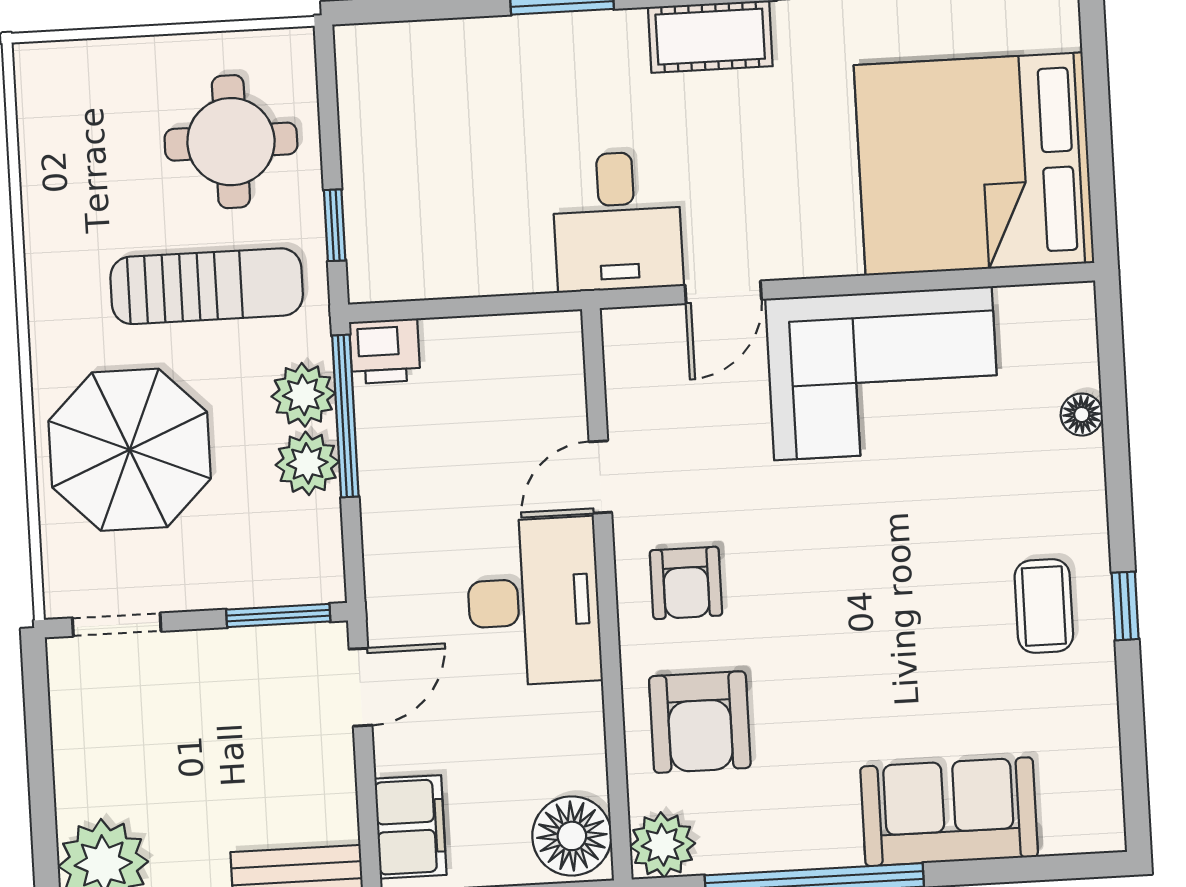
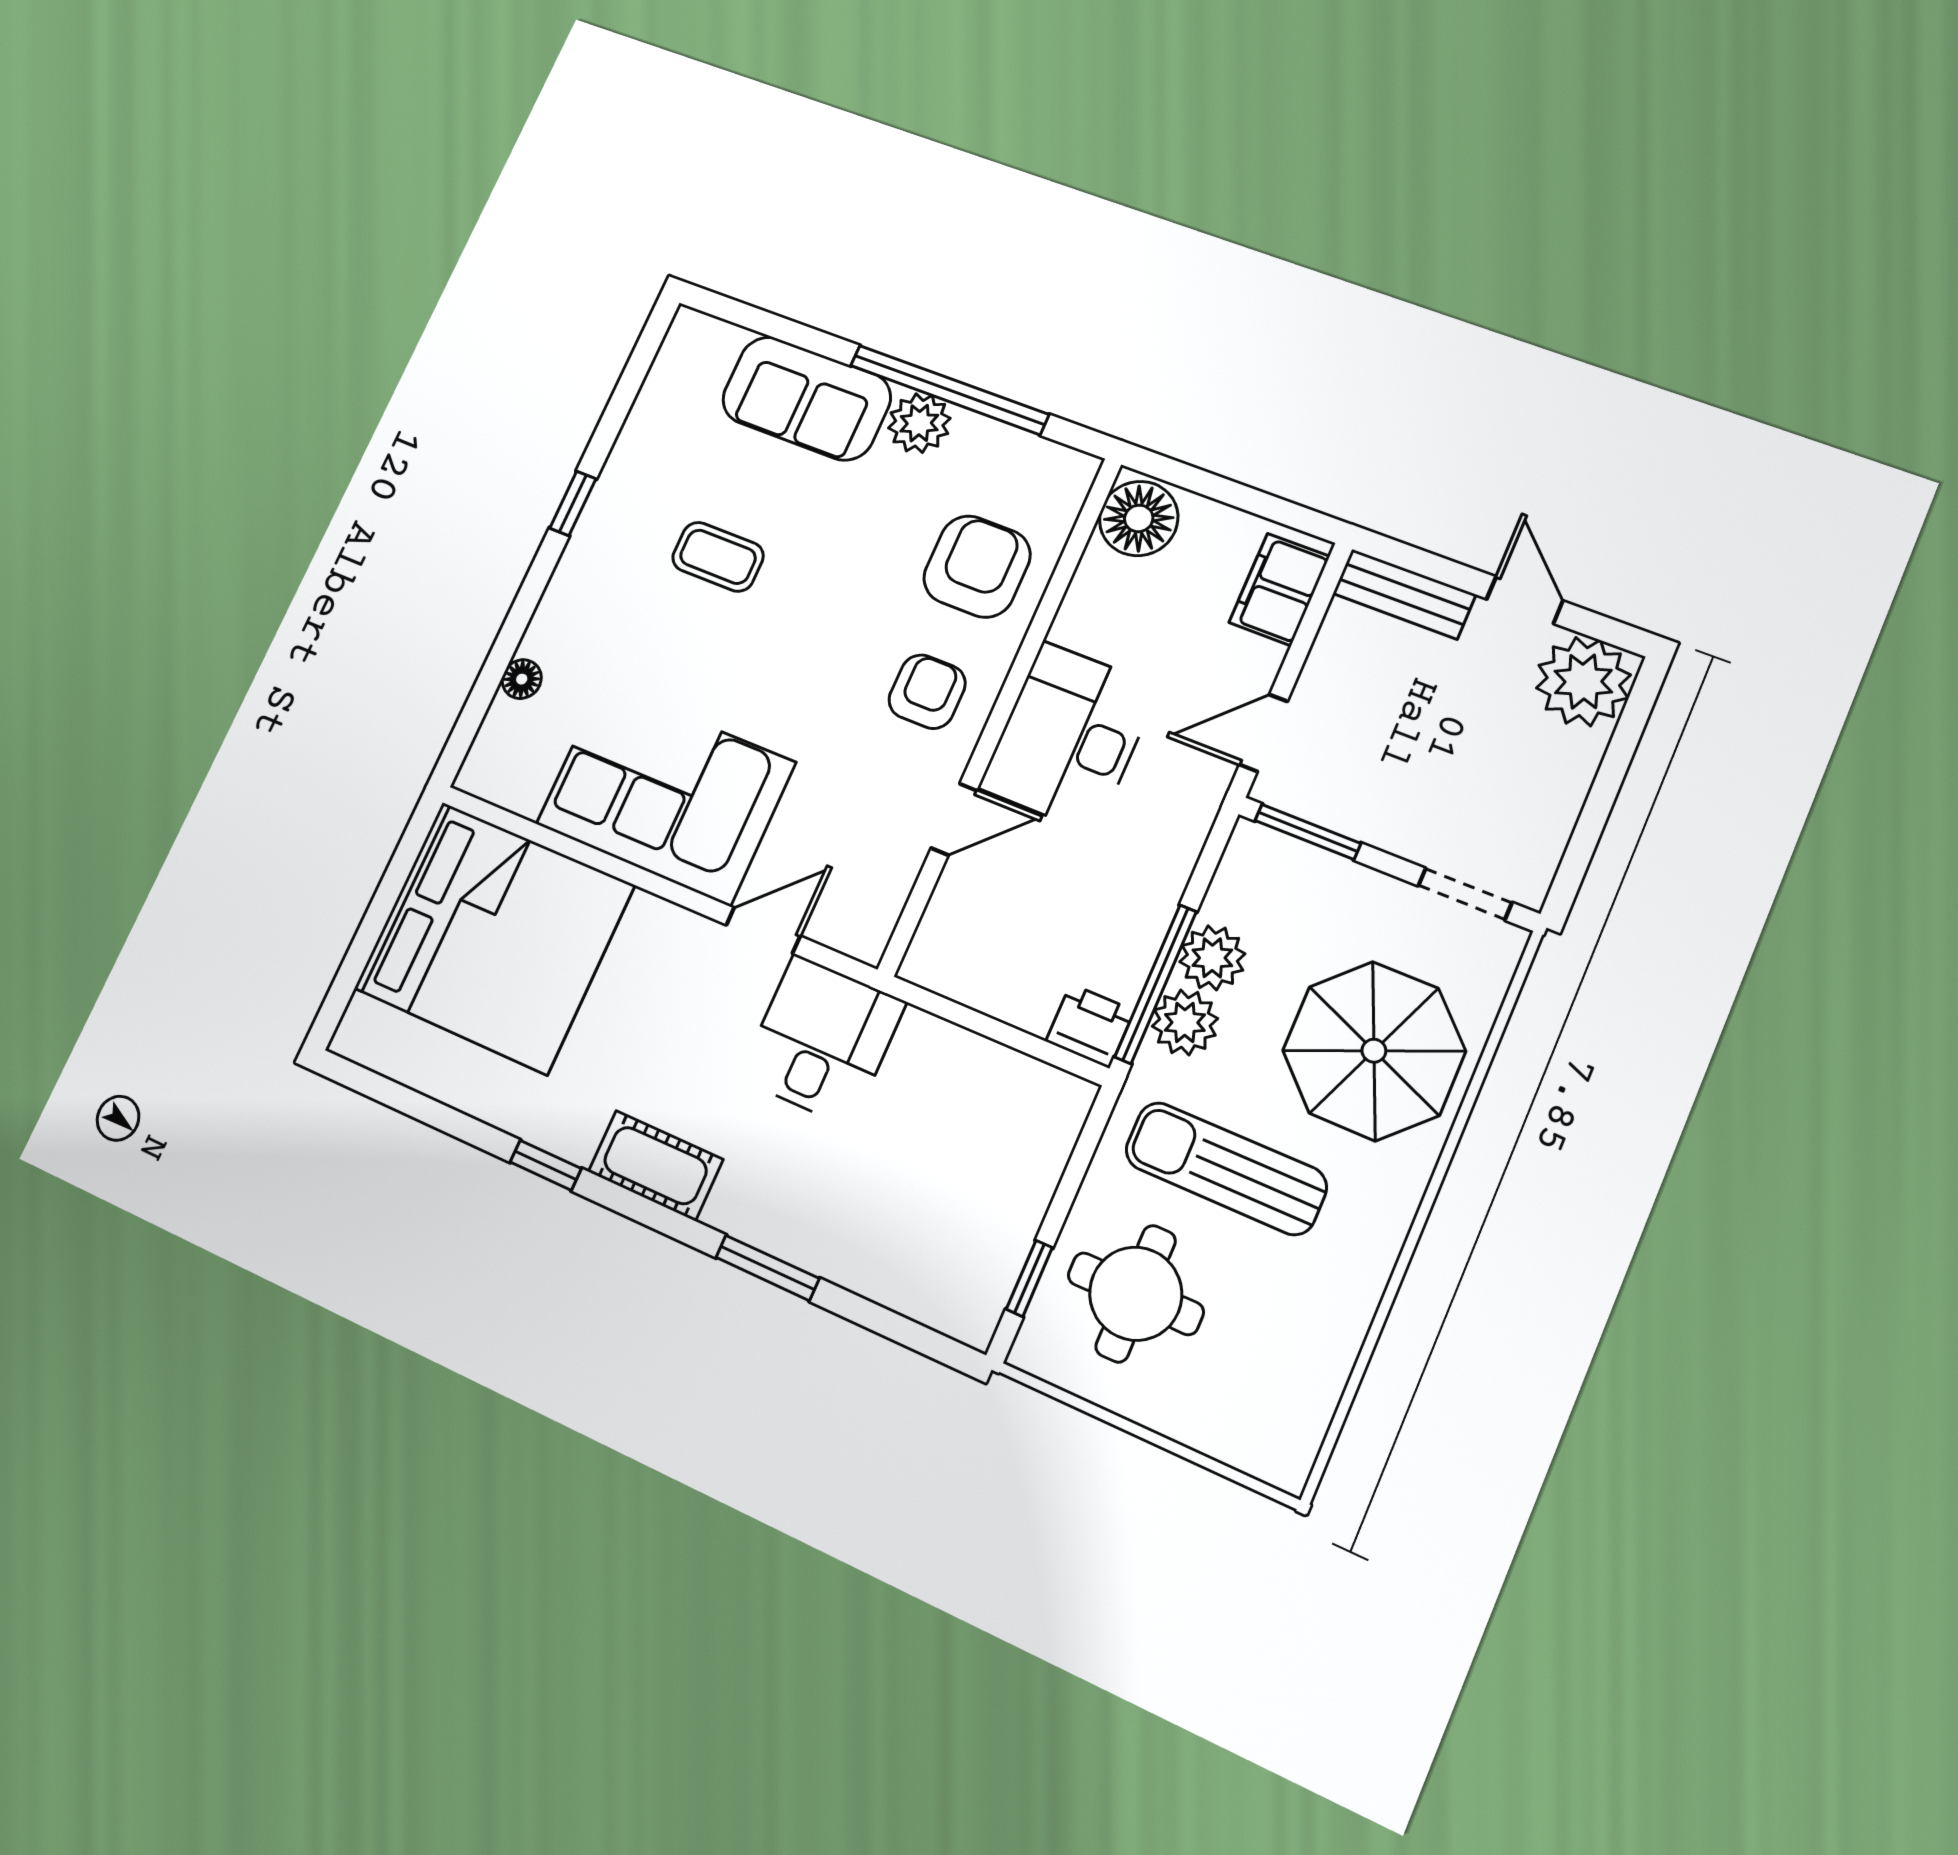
window: (335, 225) -> (1029, 1278), moved
coffee table: (1044, 606) -> (718, 557), moved, turned 90
plant: (663, 845) -> (919, 423), moved

